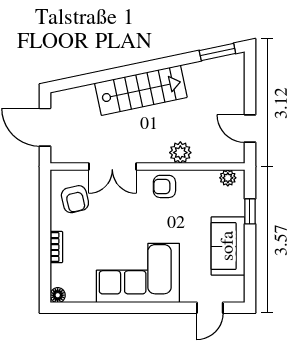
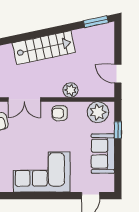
plant: (228, 178) -> (98, 112), width x1.88, depth x1.88

